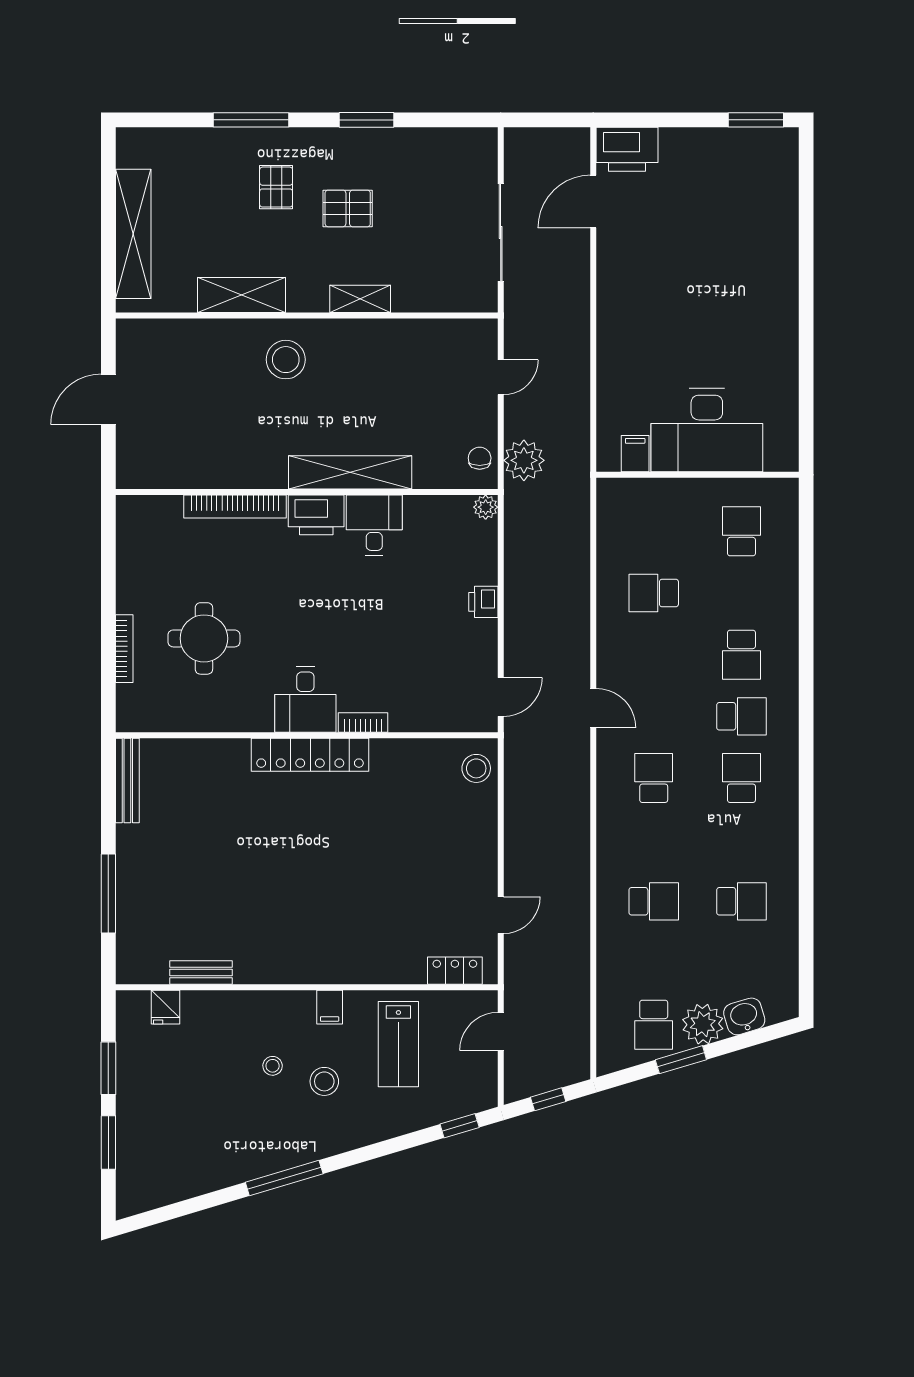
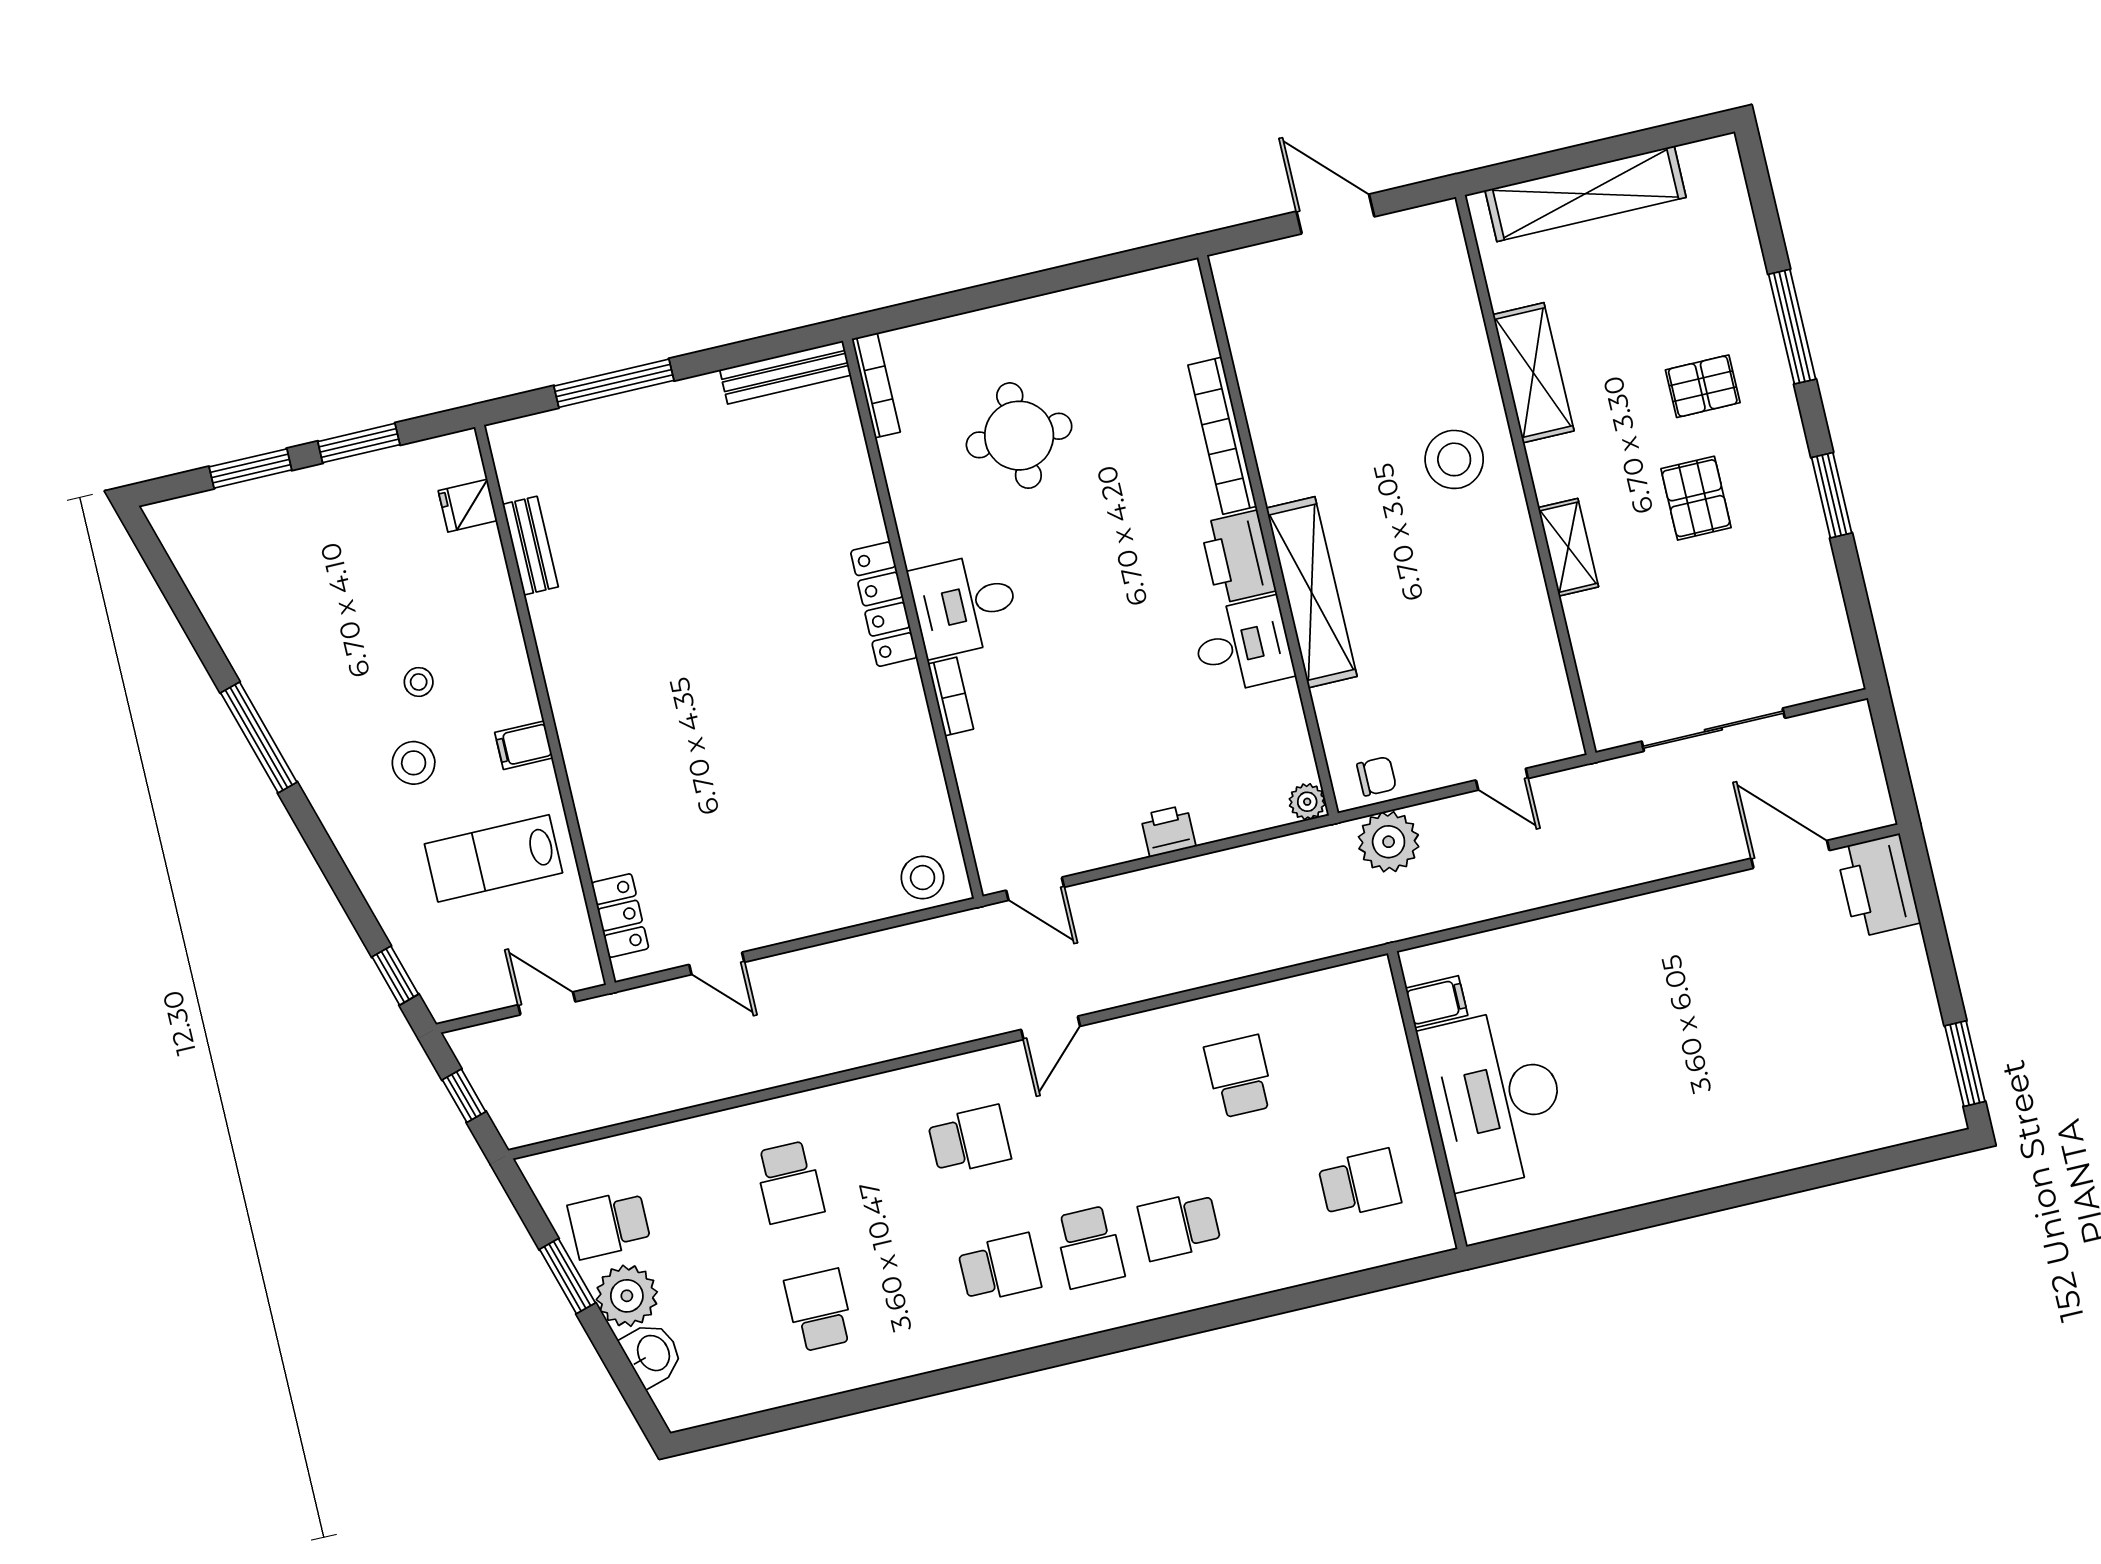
bookcase: (124, 649) -> (876, 385), moved, turned -90
locker: (310, 755) -> (884, 604), width x0.71, depth x0.83
school desk: (741, 901) -> (819, 1310), turned 180

